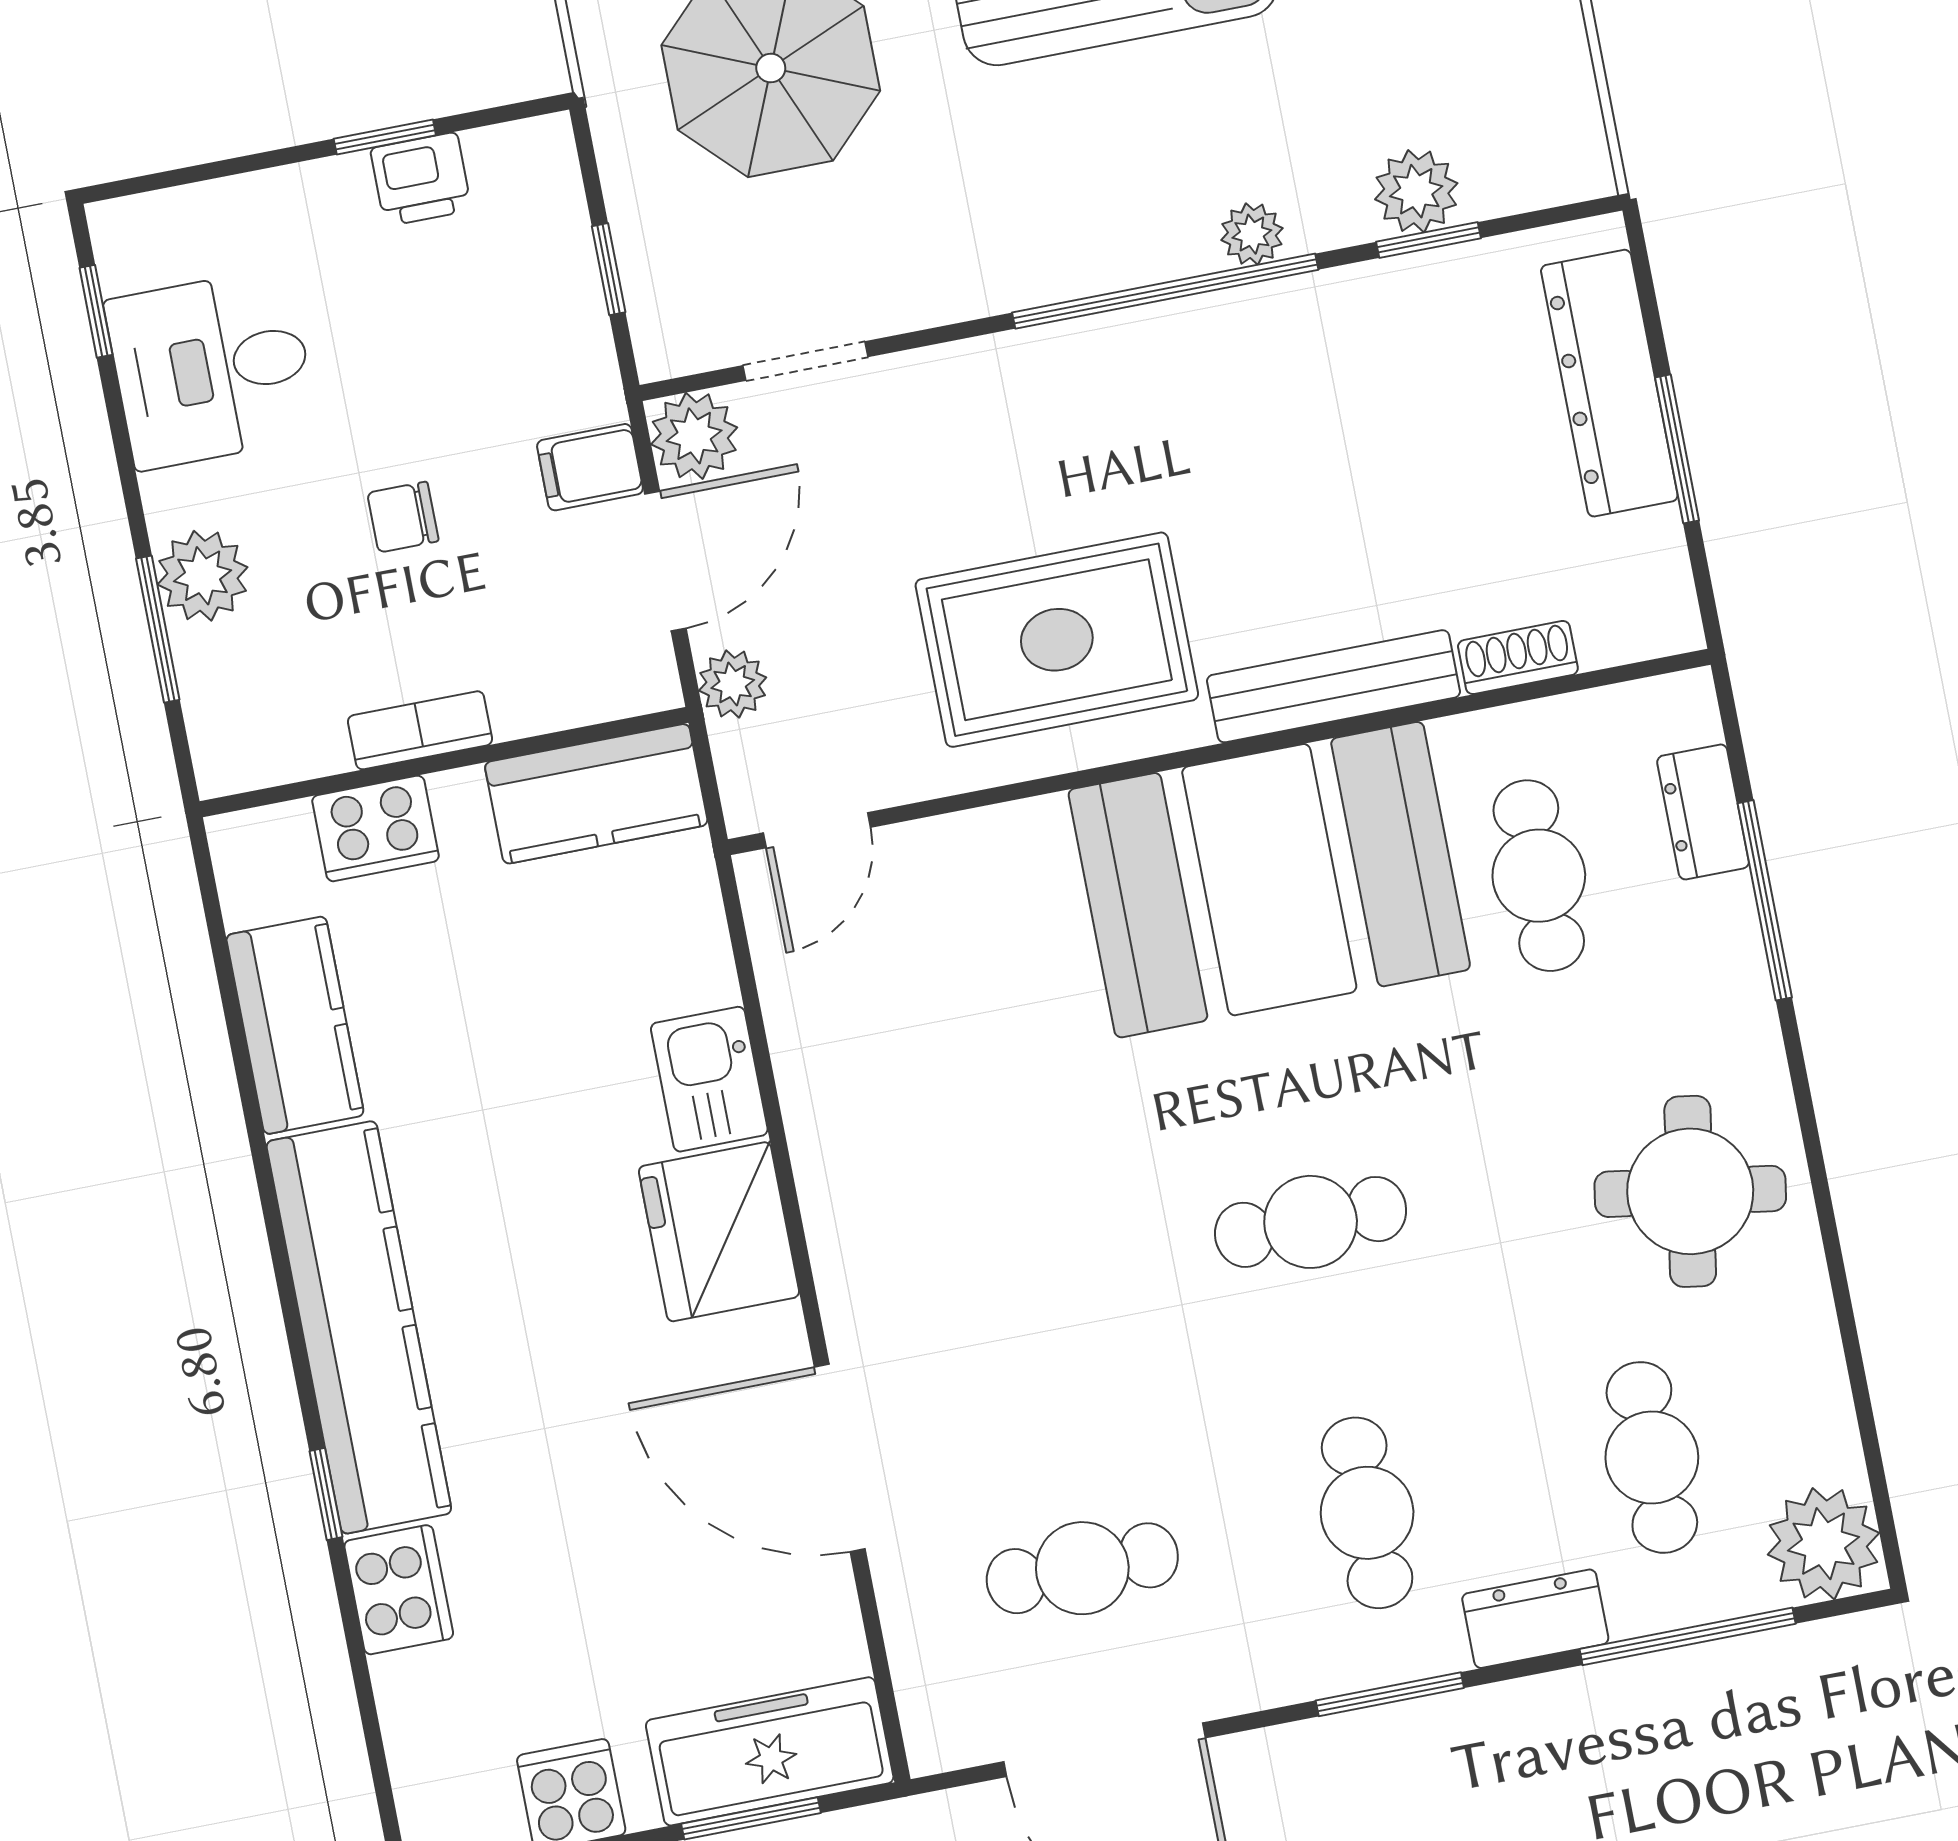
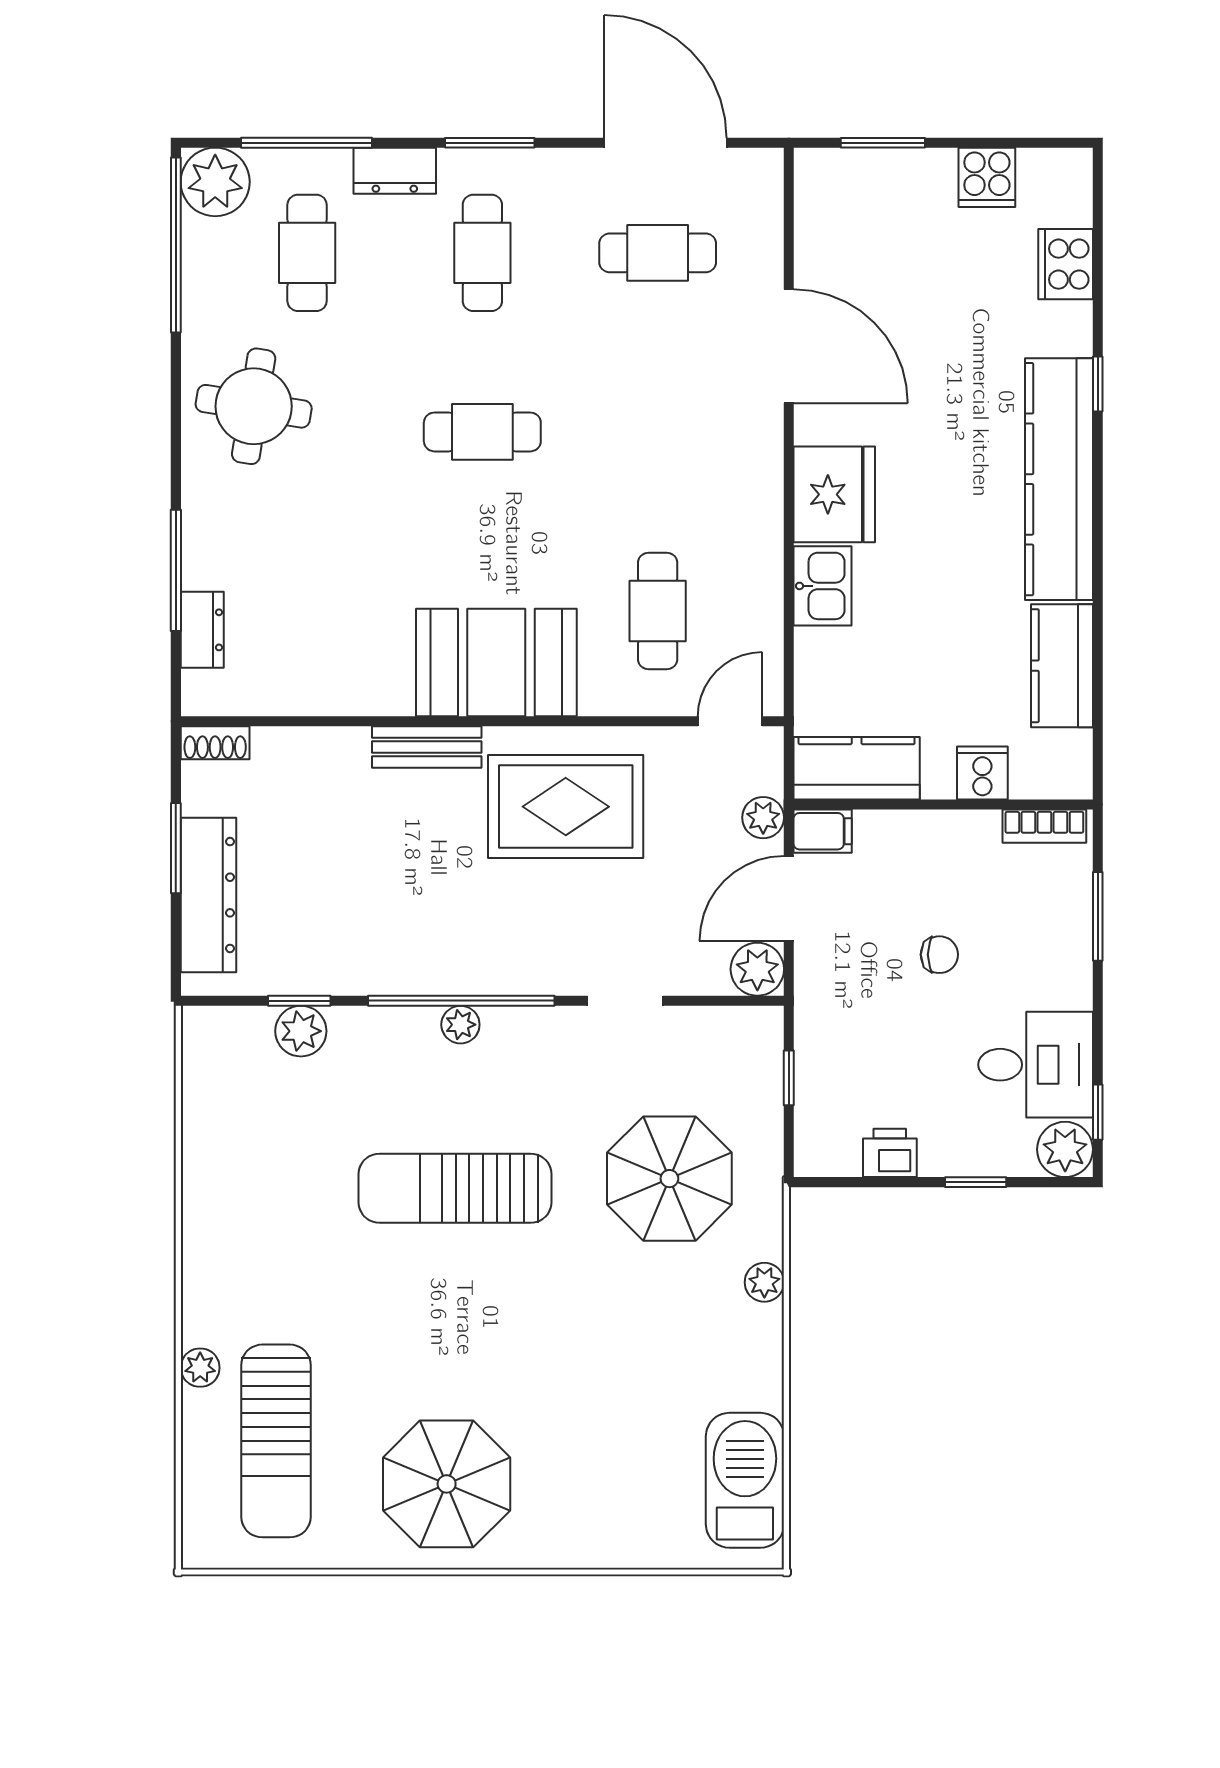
window: (385, 137) -> (976, 1182), moved
plant: (1252, 234) -> (460, 1025), moved
doorway: (805, 361) -> (625, 1001), moved
filing cabinet: (590, 467) -> (823, 831), moved
plant: (203, 576) -> (1065, 1149), moved
shoe rack: (1518, 658) -> (215, 743), moved
bench: (1334, 686) -> (427, 747), width x0.73
bookcase: (420, 730) -> (1044, 826), moved
cooker: (375, 828) -> (982, 773), width x0.73
cafe table: (1539, 876) -> (658, 611), moved
booth: (1269, 880) -> (496, 663), width x0.73, depth x0.70
window: (1867, 1429) -> (176, 245), added
cooker: (399, 1590) -> (1066, 264), moved
freezer: (770, 1751) -> (864, 180), removed

